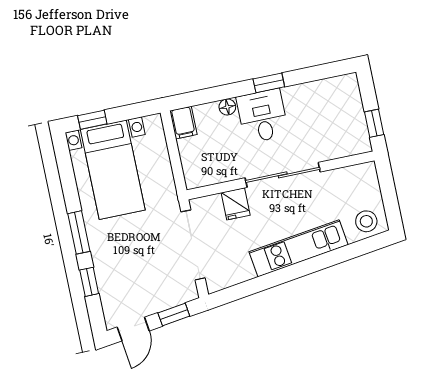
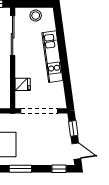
sliding door: (283, 175) -> (13, 36), moved
stool: (366, 221) -> (36, 16), moved
window: (89, 282) -> (59, 169), moved

